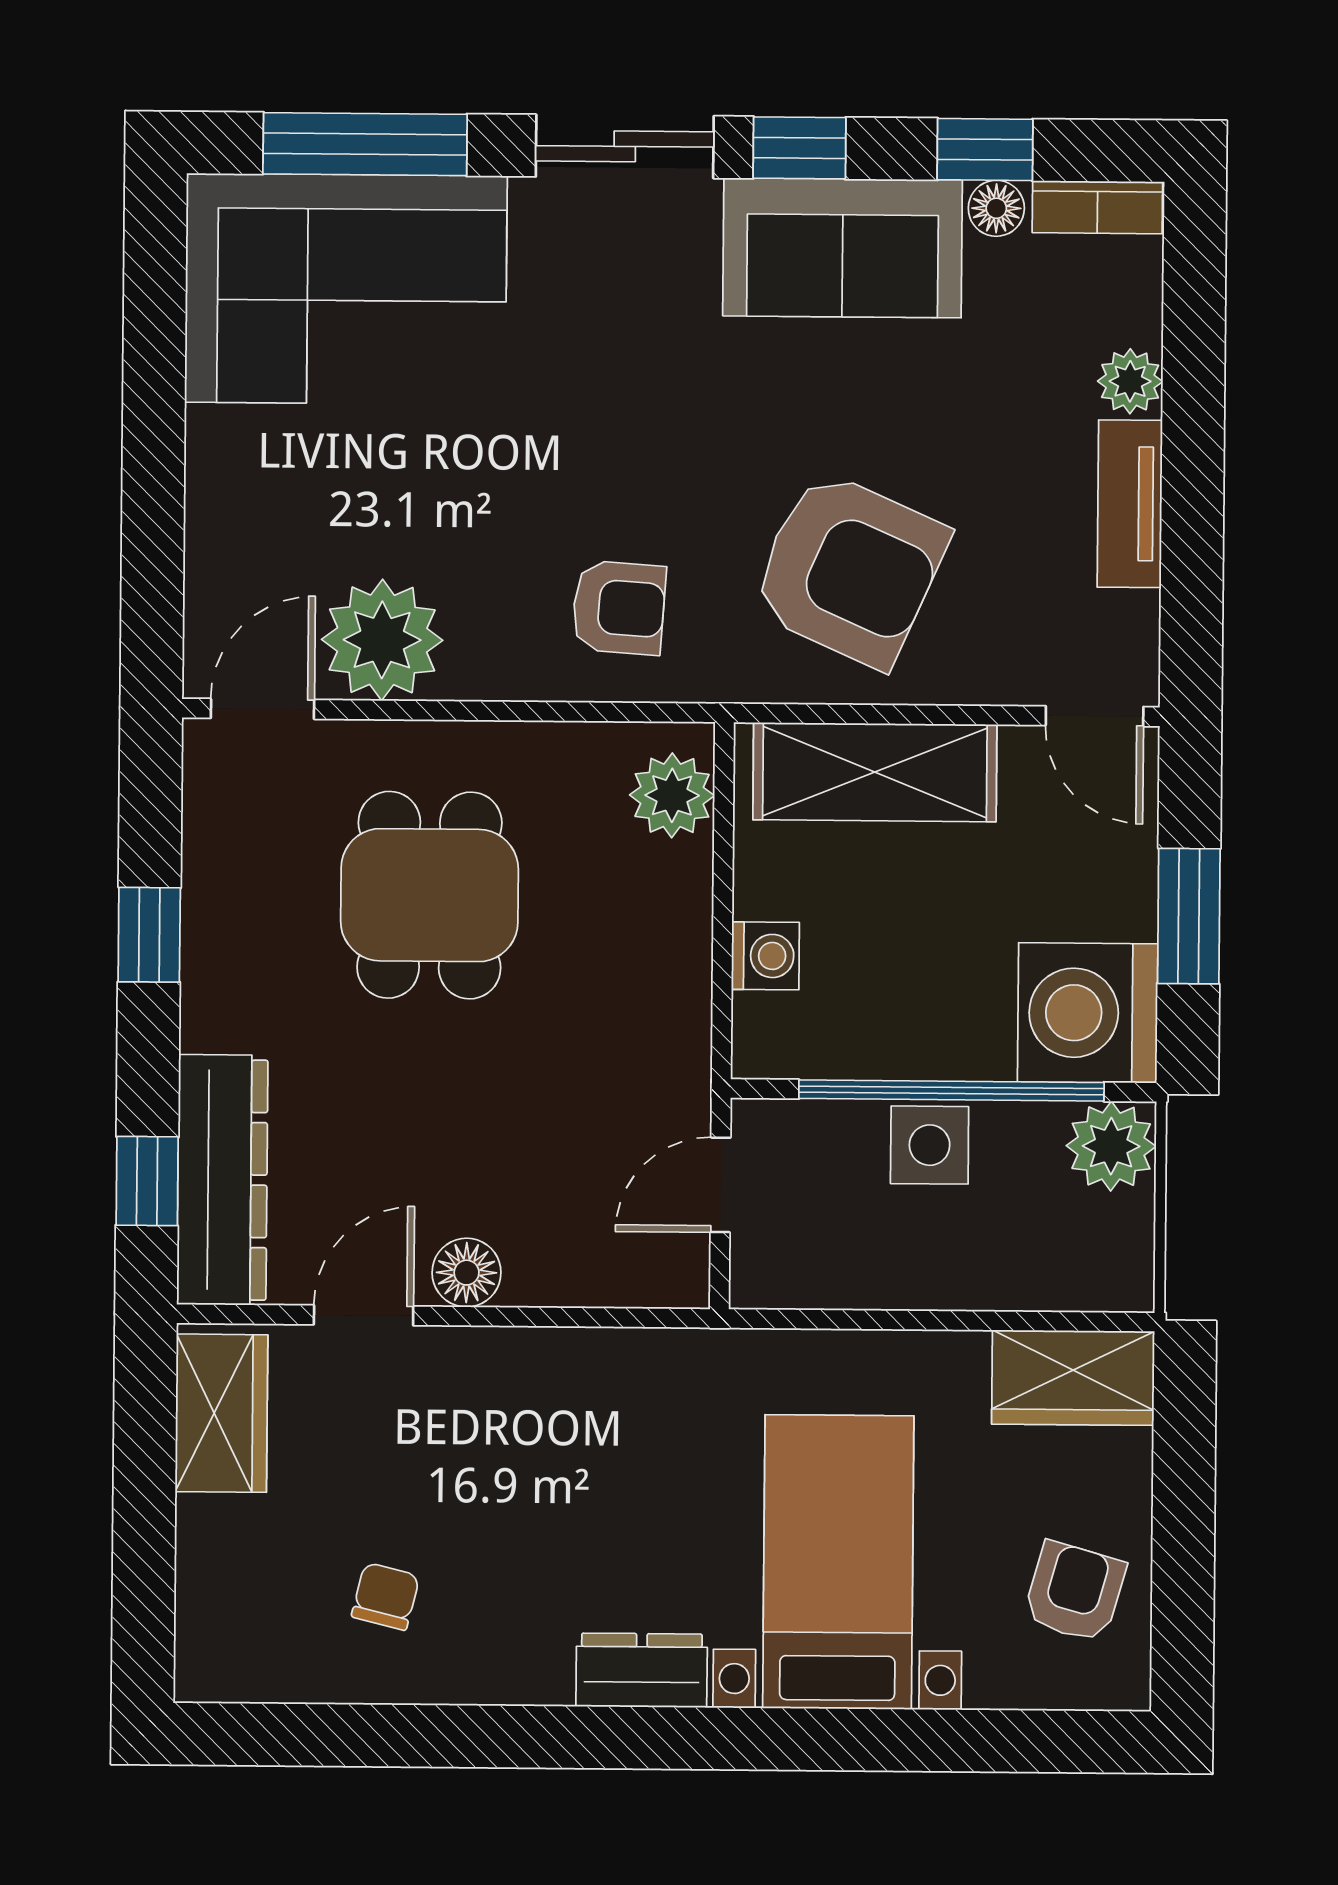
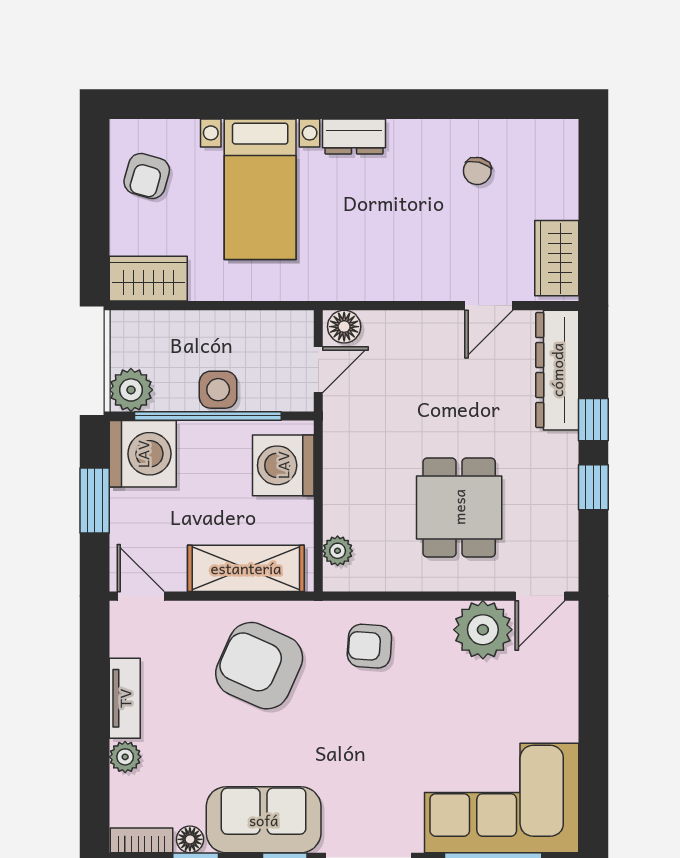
plant: (672, 795) -> (338, 551), width x0.73, depth x0.73
washing machine: (765, 956) -> (283, 465), width x1.89, depth x1.89
window: (147, 1181) -> (593, 420), moved
floor lamp: (467, 1273) -> (344, 327), moved

